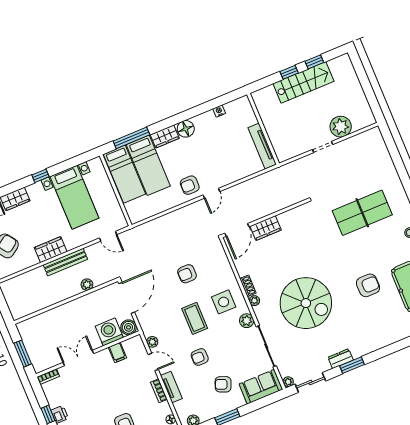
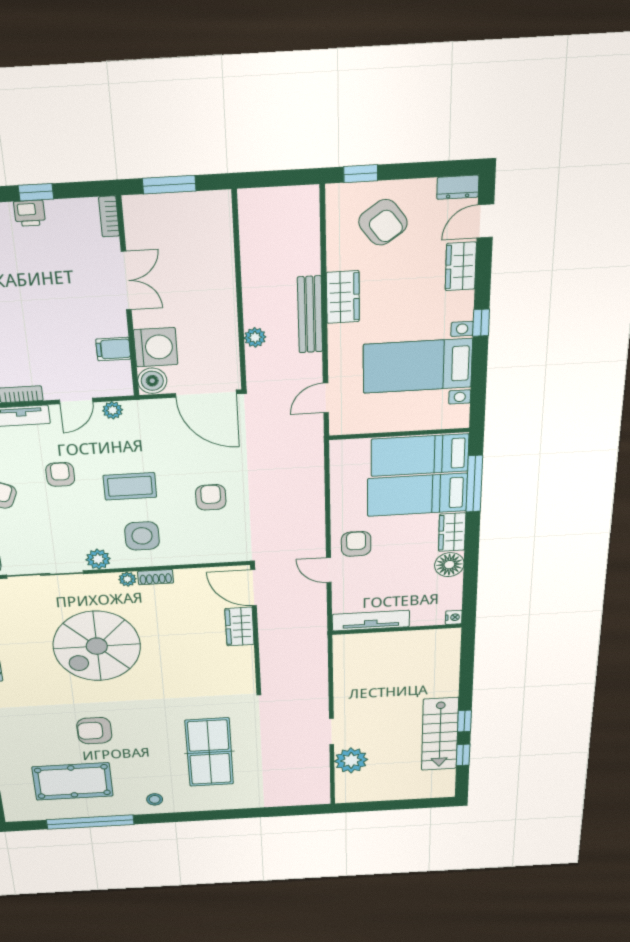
wall: (263, 129) -> (397, 629), moved
tv unit: (262, 146) -> (371, 621), moved
armchair: (368, 285) -> (94, 731), turned 90

